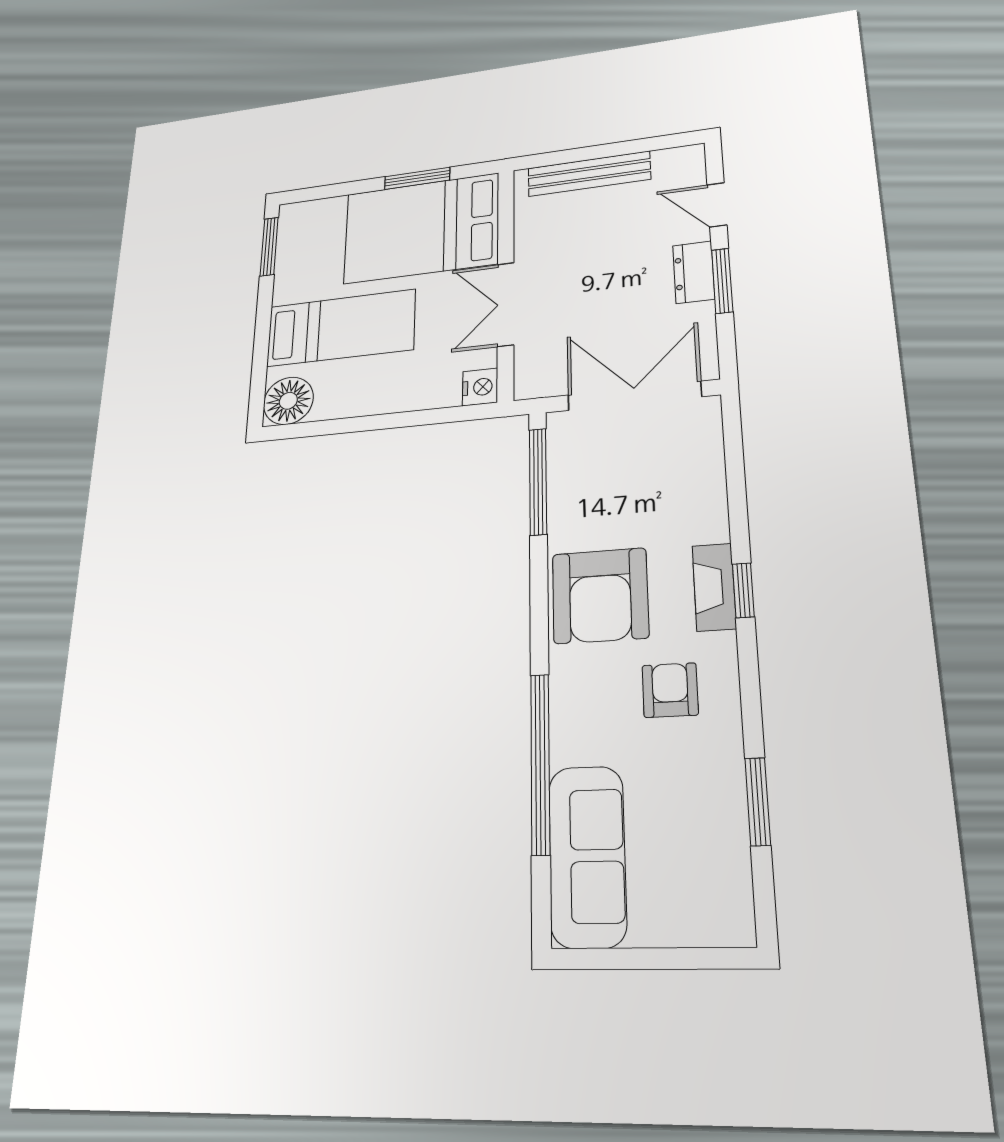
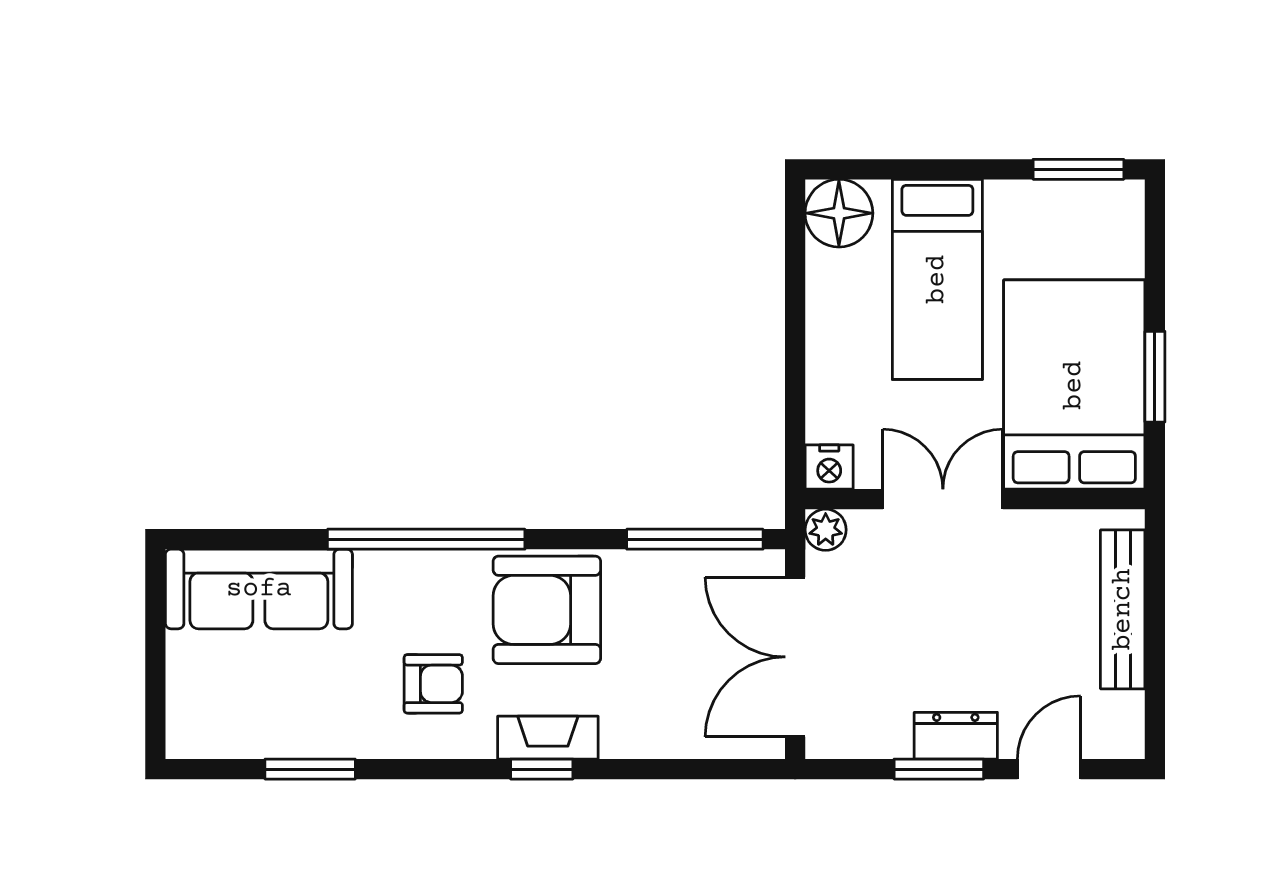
plant: (530, 384) -> (826, 530), added
double door: (634, 396) -> (795, 657), swing flipped
window: (540, 763) -> (426, 539), moved

